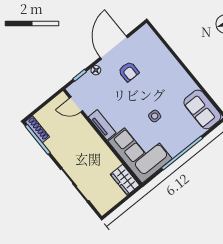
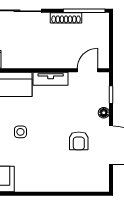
armchair: (129, 72) -> (79, 141), turned -90
shoe rack: (37, 129) -> (66, 18), moved

